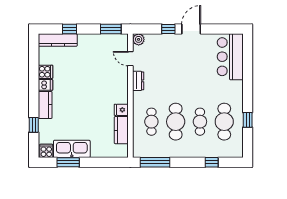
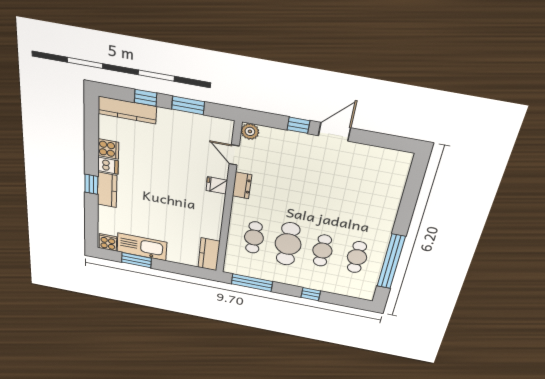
window: (111, 29) -> (188, 105), moved
bar counter: (230, 57) -> (386, 180), removed
fridge: (121, 110) -> (217, 185), moved
window: (248, 120) -> (391, 262), width x3.17
cafe table: (224, 122) -> (357, 257), width x0.73, depth x0.74
window: (34, 125) -> (91, 184), moved
kitchen counter: (121, 130) -> (209, 254), moved
window: (212, 162) -> (311, 294), moved

